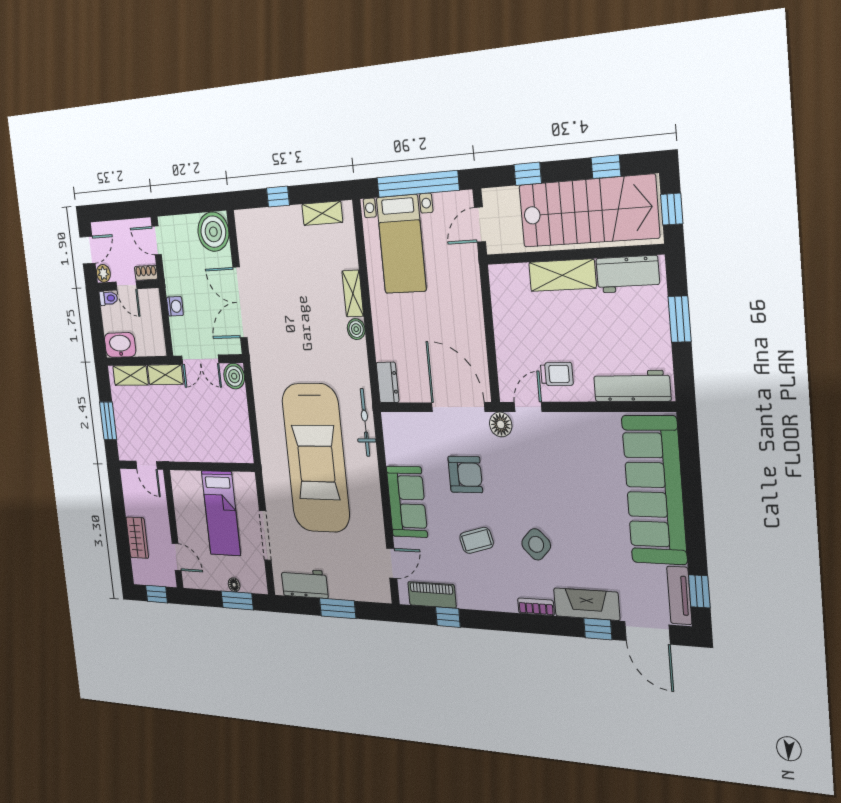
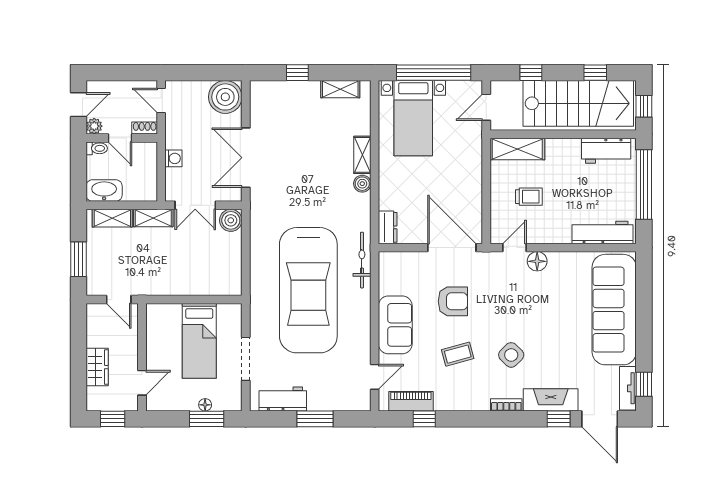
shelving: (562, 275) -> (517, 149), moved
window: (680, 319) -> (644, 185), width x2.11
trolley: (557, 374) -> (529, 197), moved
floor lamp: (501, 424) -> (537, 261), moved
door: (177, 557) -> (142, 383), hinge flipped

